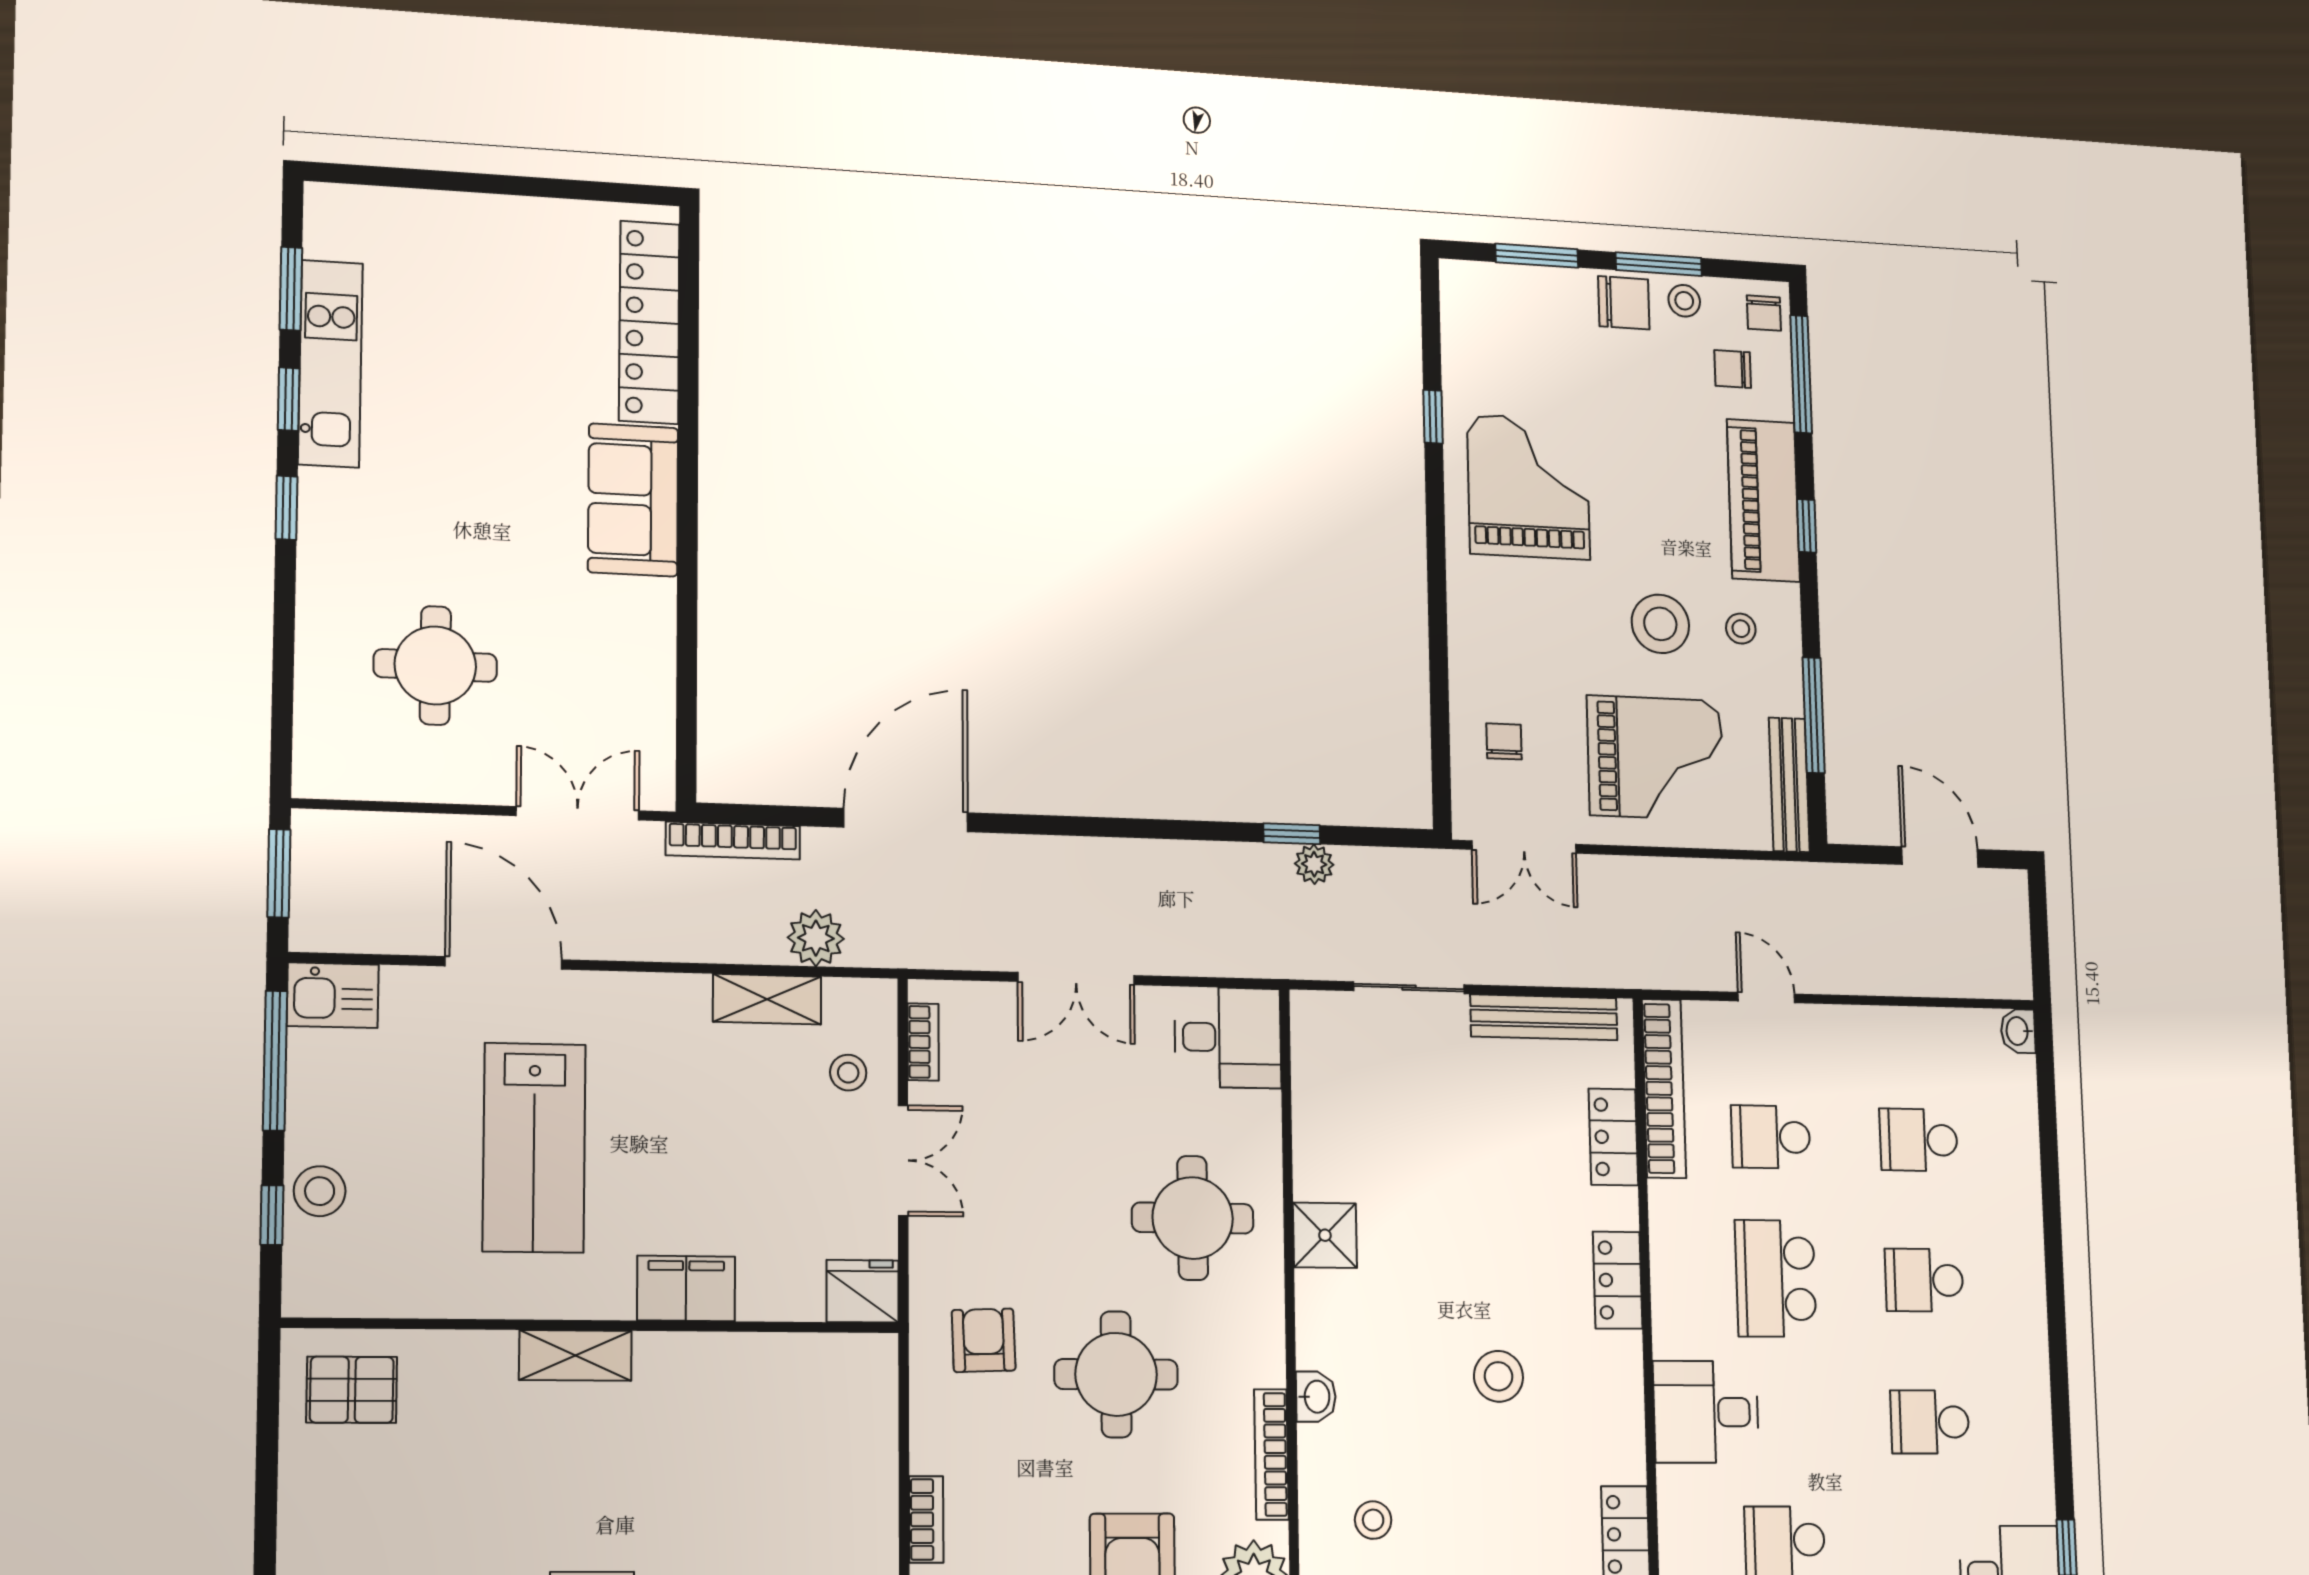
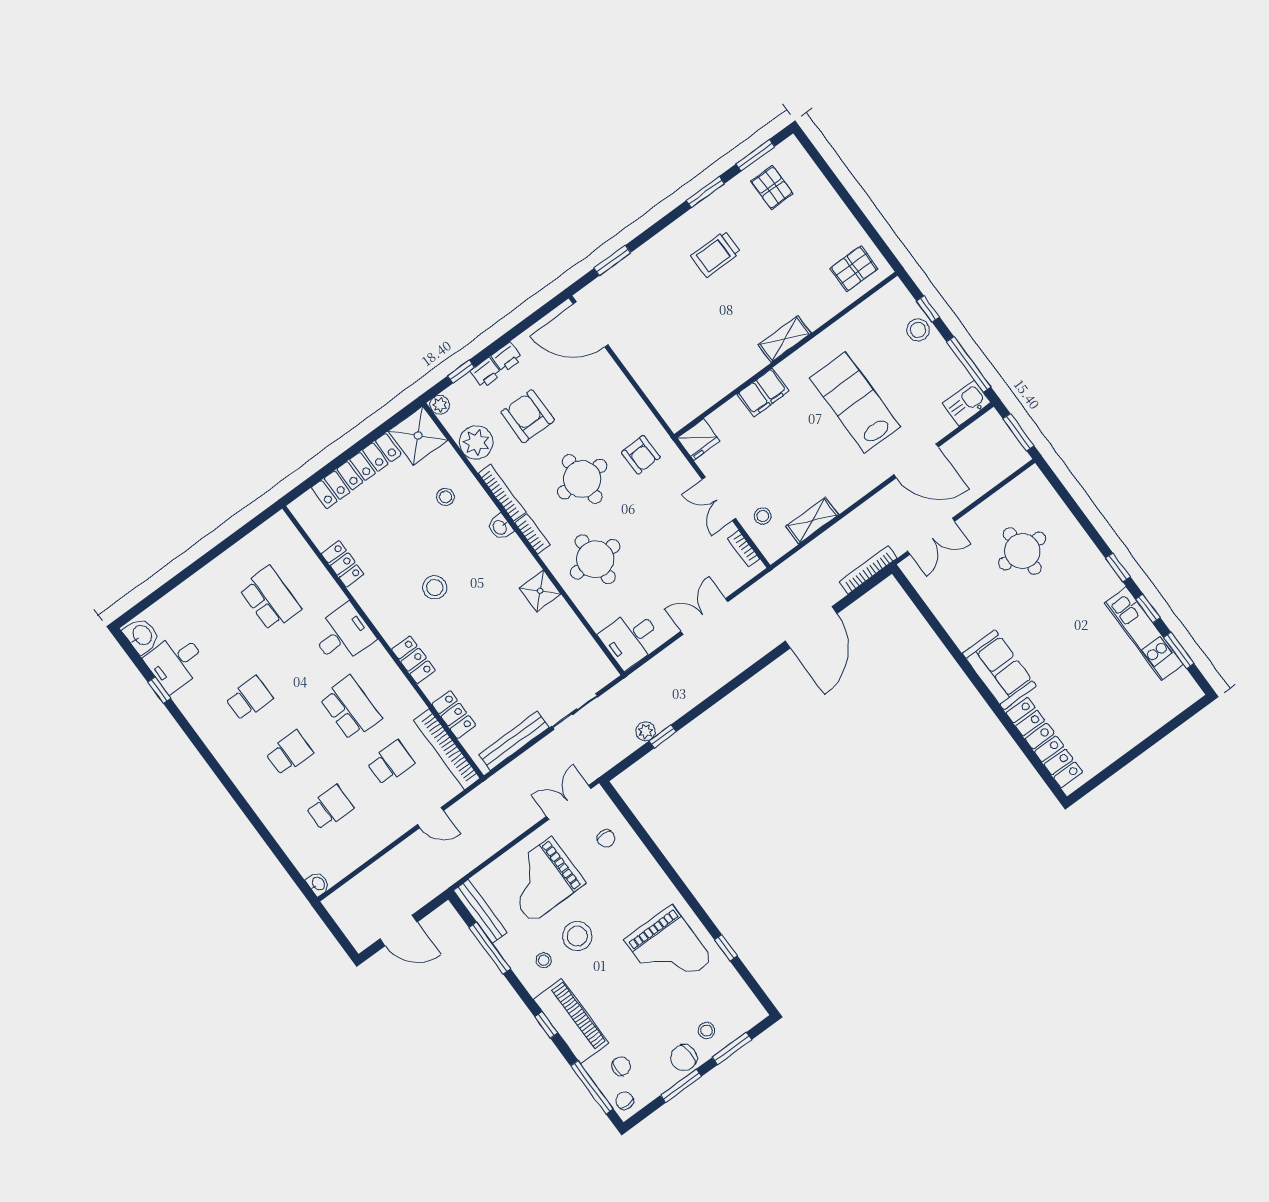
stool: (1684, 301) -> (707, 1031), moved
plant: (816, 938) -> (811, 557), removed
bookcase: (926, 1519) -> (532, 534), moved, turned 180

